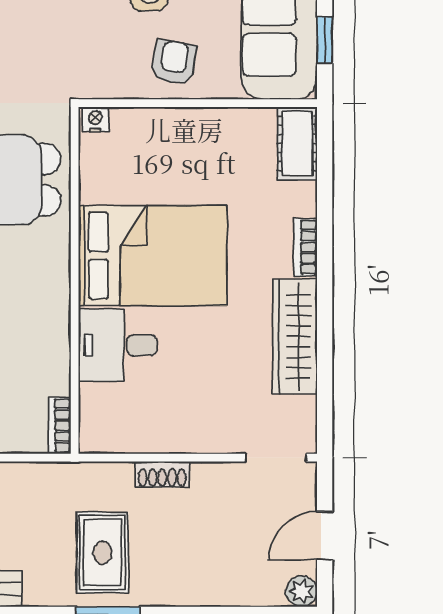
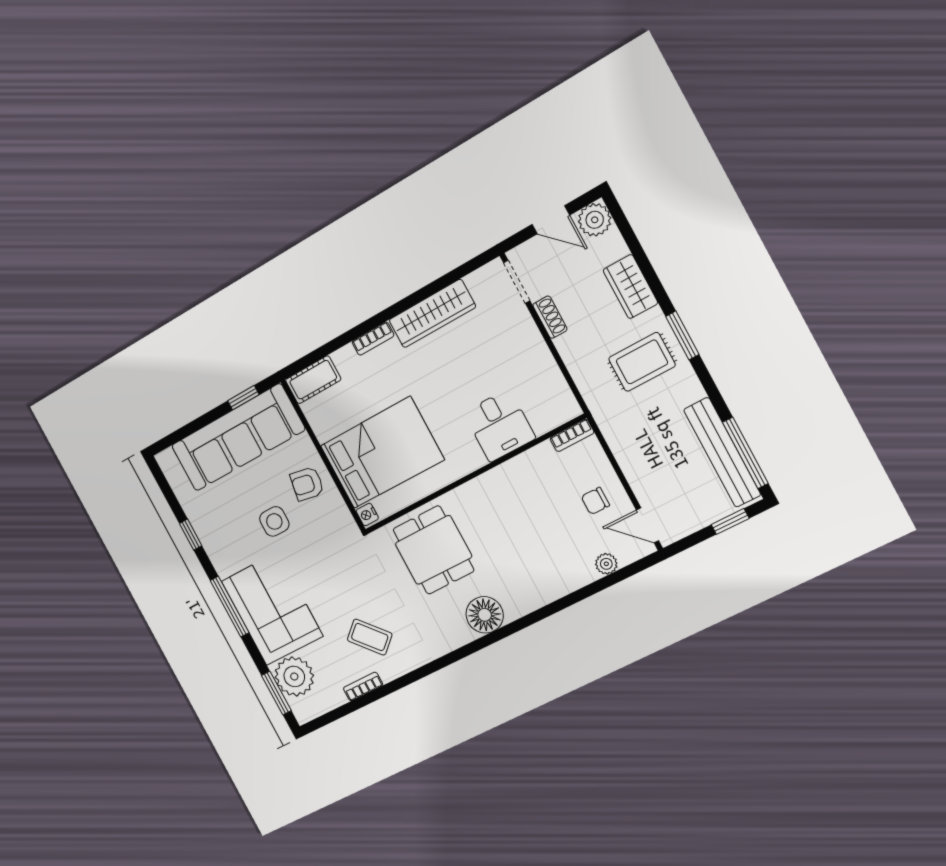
bed: (153, 256) -> (382, 453), moved, turned 90
shoe rack: (162, 474) -> (550, 317), moved
wardrobe: (197, 585) -> (630, 287), added
plant: (302, 591) -> (595, 220), width x1.38, depth x1.38

